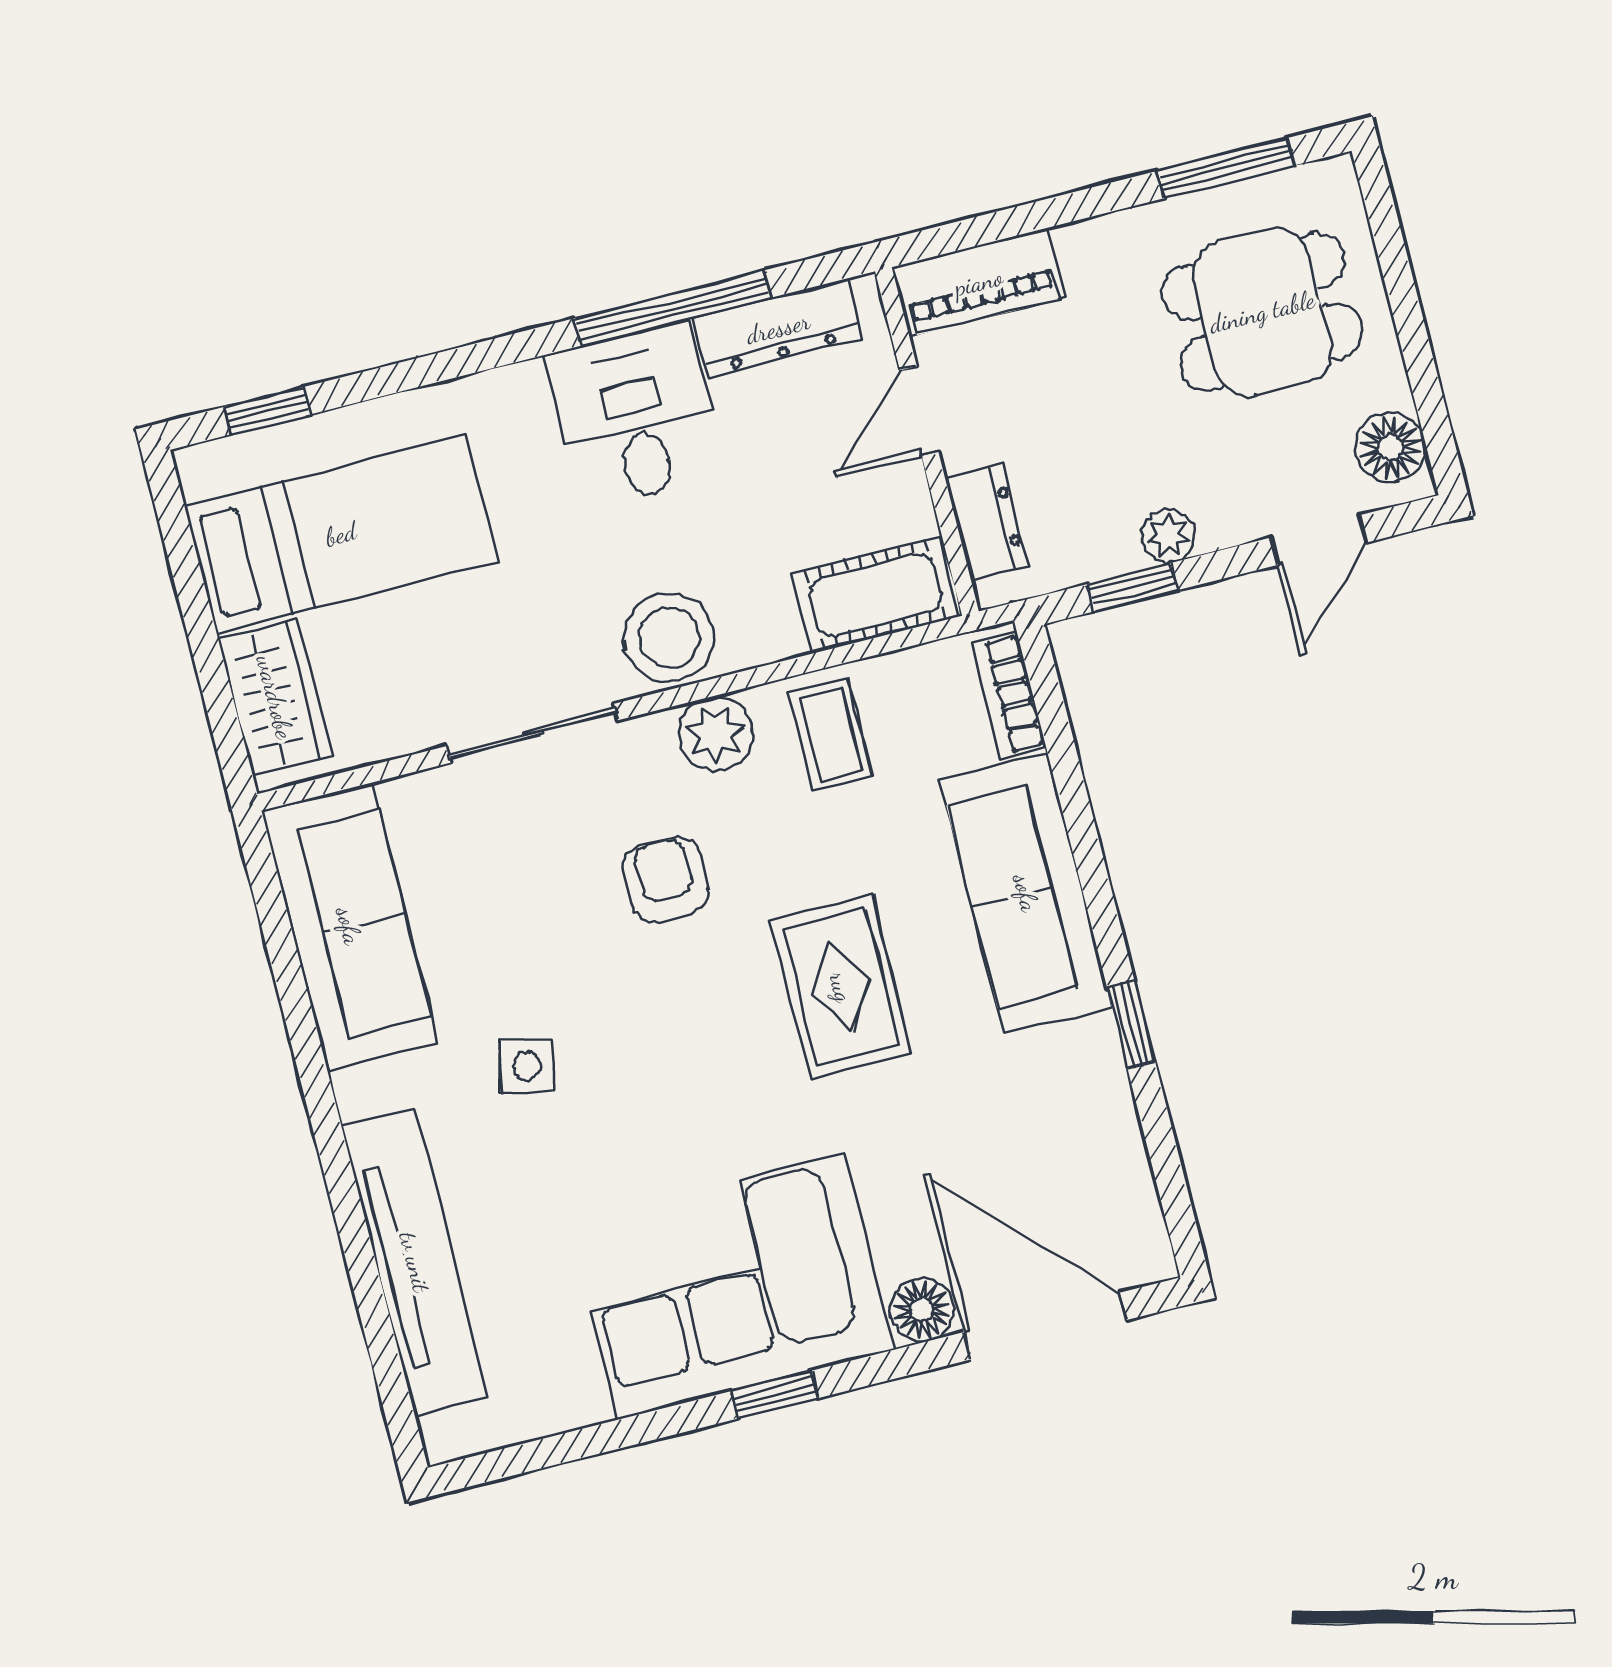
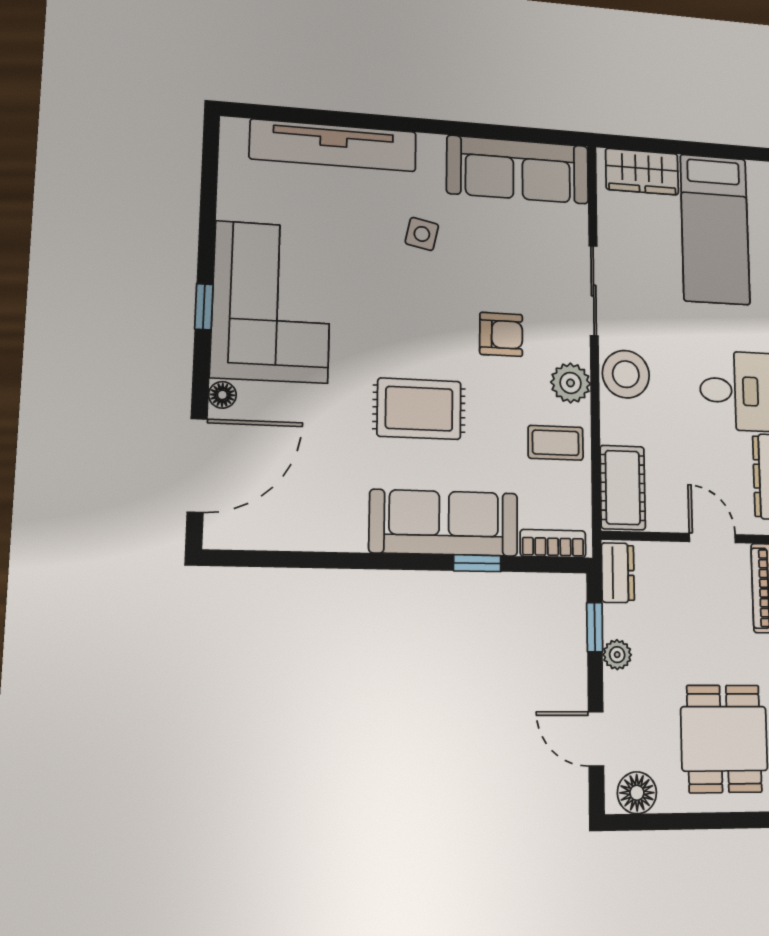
dresser: (987, 522) -> (618, 573), moved, turned -90
window: (1131, 1024) -> (477, 563), moved
floor lamp: (922, 1310) -> (222, 395), width x0.73, depth x0.73

